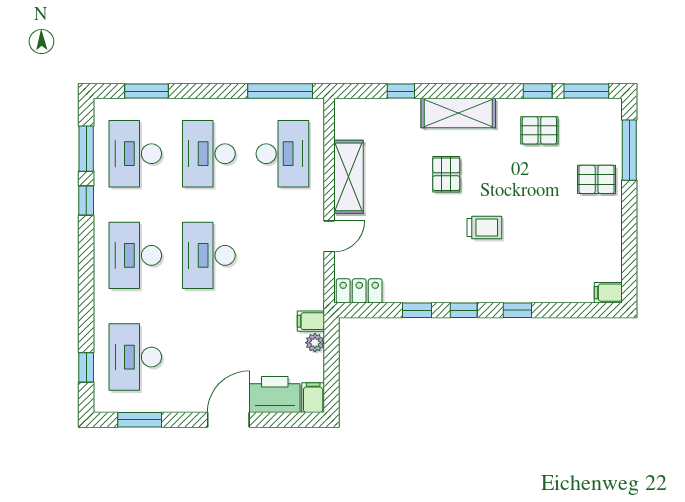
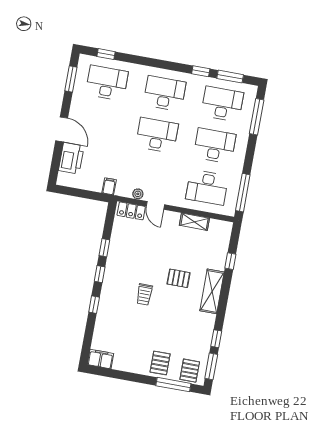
window: (146, 91) -> (257, 117), width x1.44
pallet: (539, 130) -> (190, 371), moved
shelving: (349, 177) -> (194, 222), width x0.67, depth x0.75
locker: (359, 291) -> (131, 211), moved, turned 90
filing cabinet: (608, 293) -> (101, 359), width x2.00
plant: (315, 343) -> (138, 194), moved
filing cabinet: (313, 398) -> (65, 180), removed

